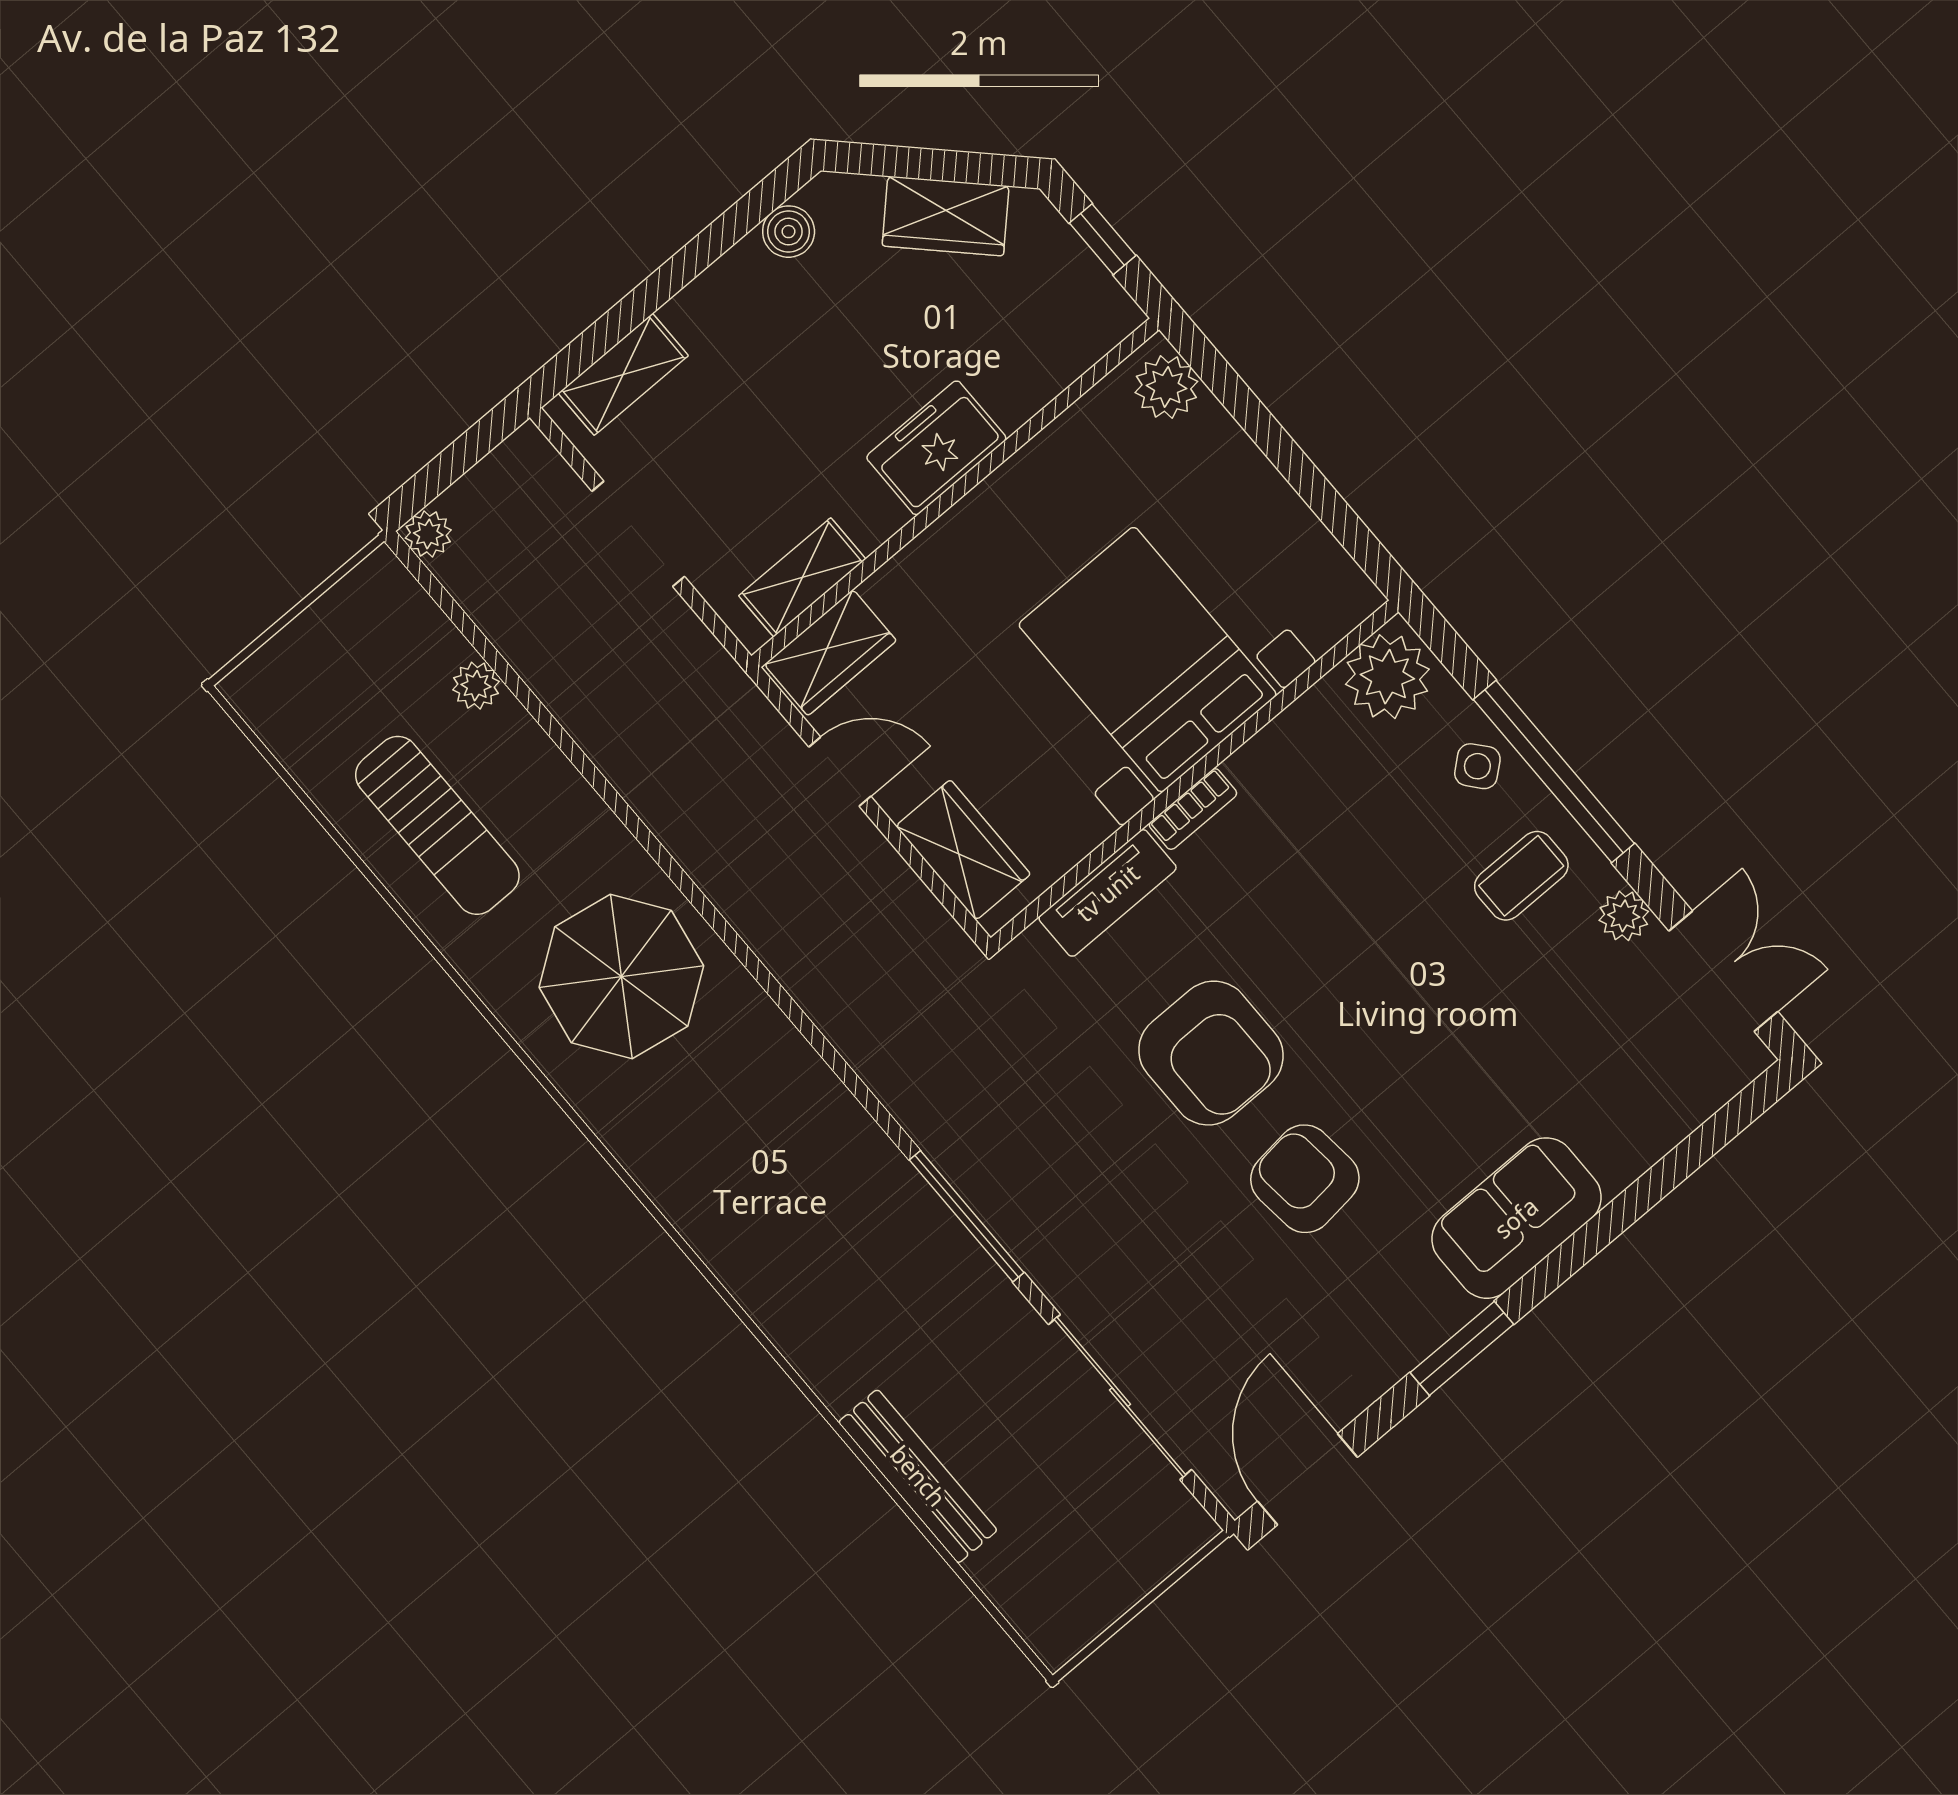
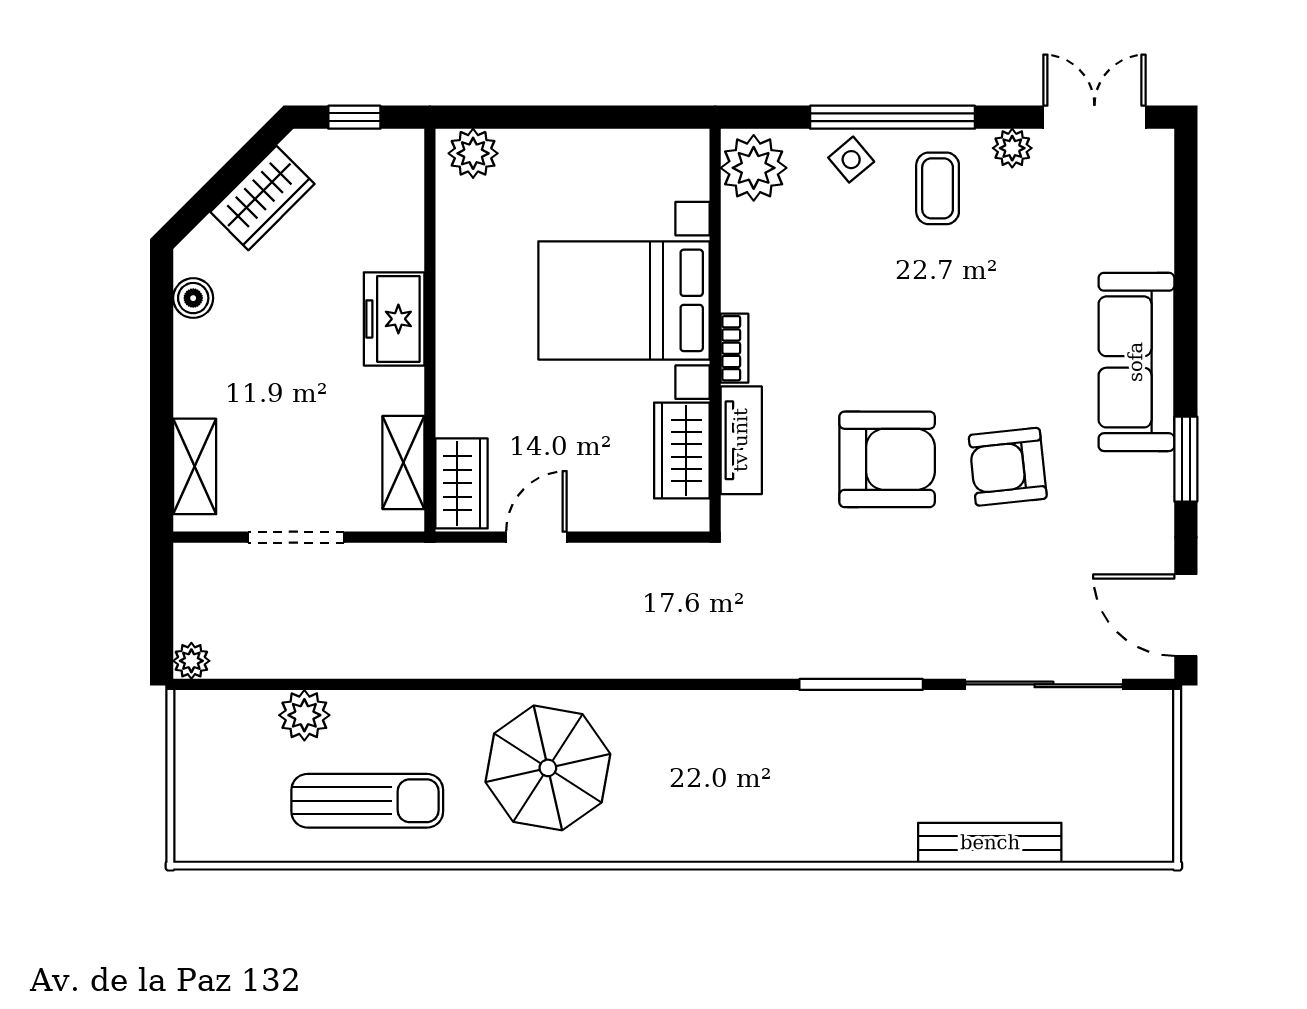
plant: (476, 686) -> (304, 715), width x1.38, depth x1.38
wardrobe: (963, 850) -> (682, 451), moved, turned -90
sofa: (1516, 1218) -> (1136, 362), width x1.36

